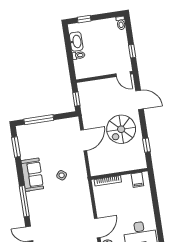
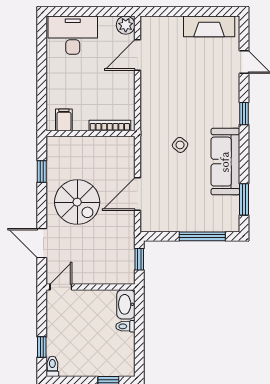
washbasin: (76, 42) -> (126, 304), moved
window: (132, 51) -> (42, 347), moved
door: (123, 74) -> (61, 287), hinge flipped
spiral stairs: (121, 129) -> (77, 202), turned 90
sofa: (32, 175) -> (225, 162), width x1.36
window: (24, 201) -> (244, 114), width x0.46

